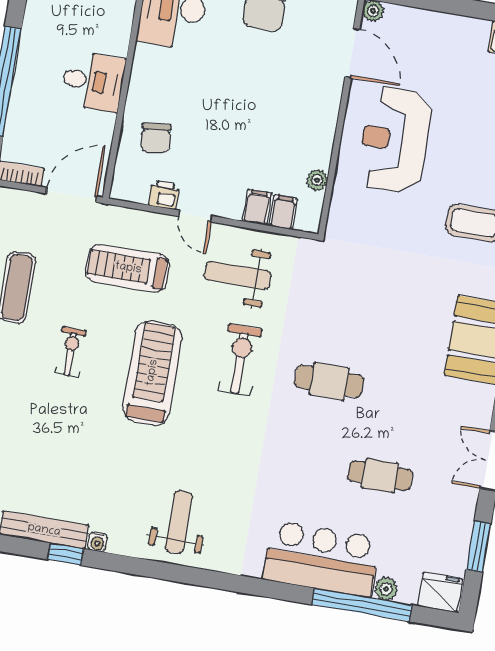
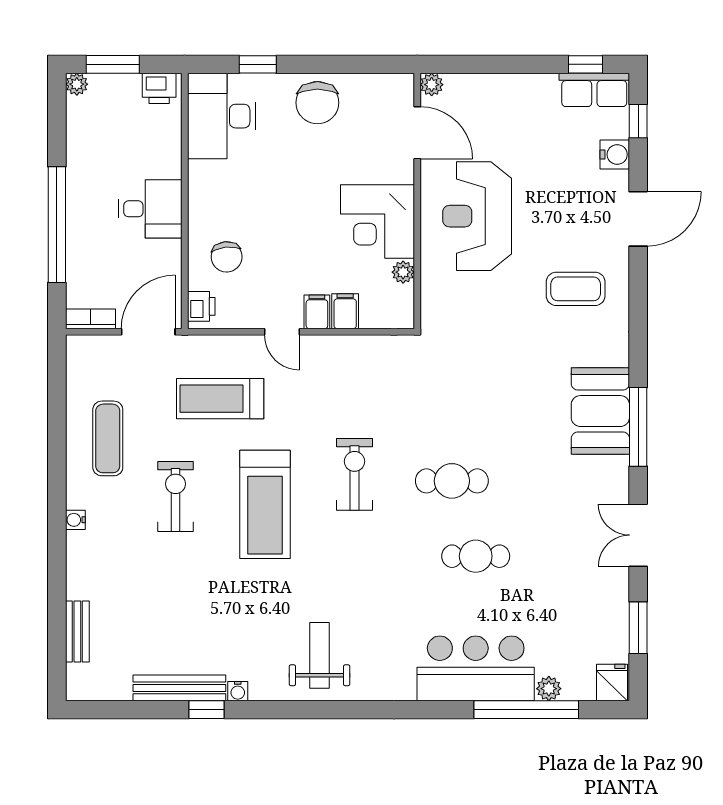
corner desk: (301, 129) -> (378, 222), added
printer: (164, 195) -> (201, 306), moved, turned 90
filing cabinet: (283, 212) -> (317, 312), moved
weight bench: (237, 275) -> (337, 386), removed
exercise bike: (71, 352) -> (175, 497), width x1.38, depth x1.39
treadmill: (152, 373) -> (265, 504), turned 180
cafe table: (380, 476) -> (476, 556), moved
fridge: (440, 592) -> (612, 683), width x0.72

